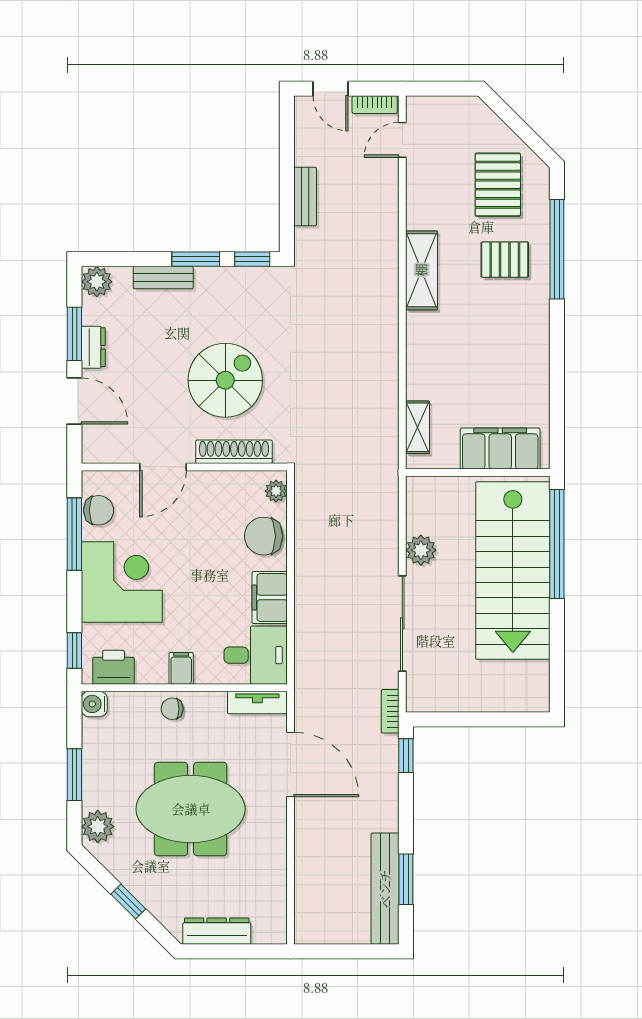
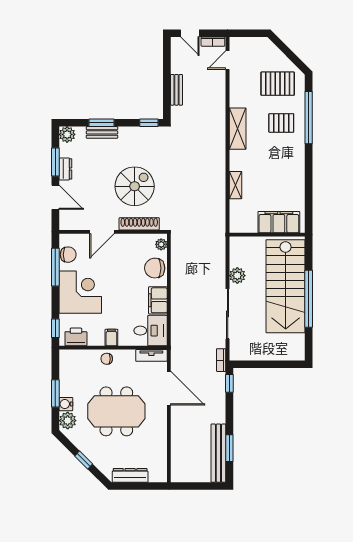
pallet: (498, 185) -> (278, 84), turned 90
window: (196, 259) -> (101, 123), moved
shelving: (417, 427) -> (235, 185), moved
window: (557, 544) -> (309, 299), moved
water cooler: (94, 704) -> (66, 404), moved

